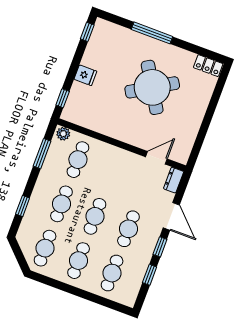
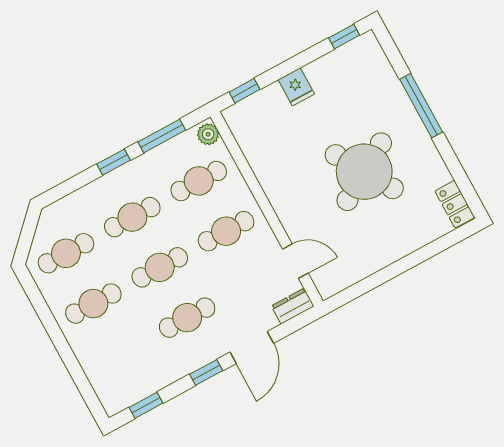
window: (23, 206) -> (114, 162), moved
cafe table: (112, 273) -> (226, 231), moved
window: (150, 275) -> (146, 405), moved

